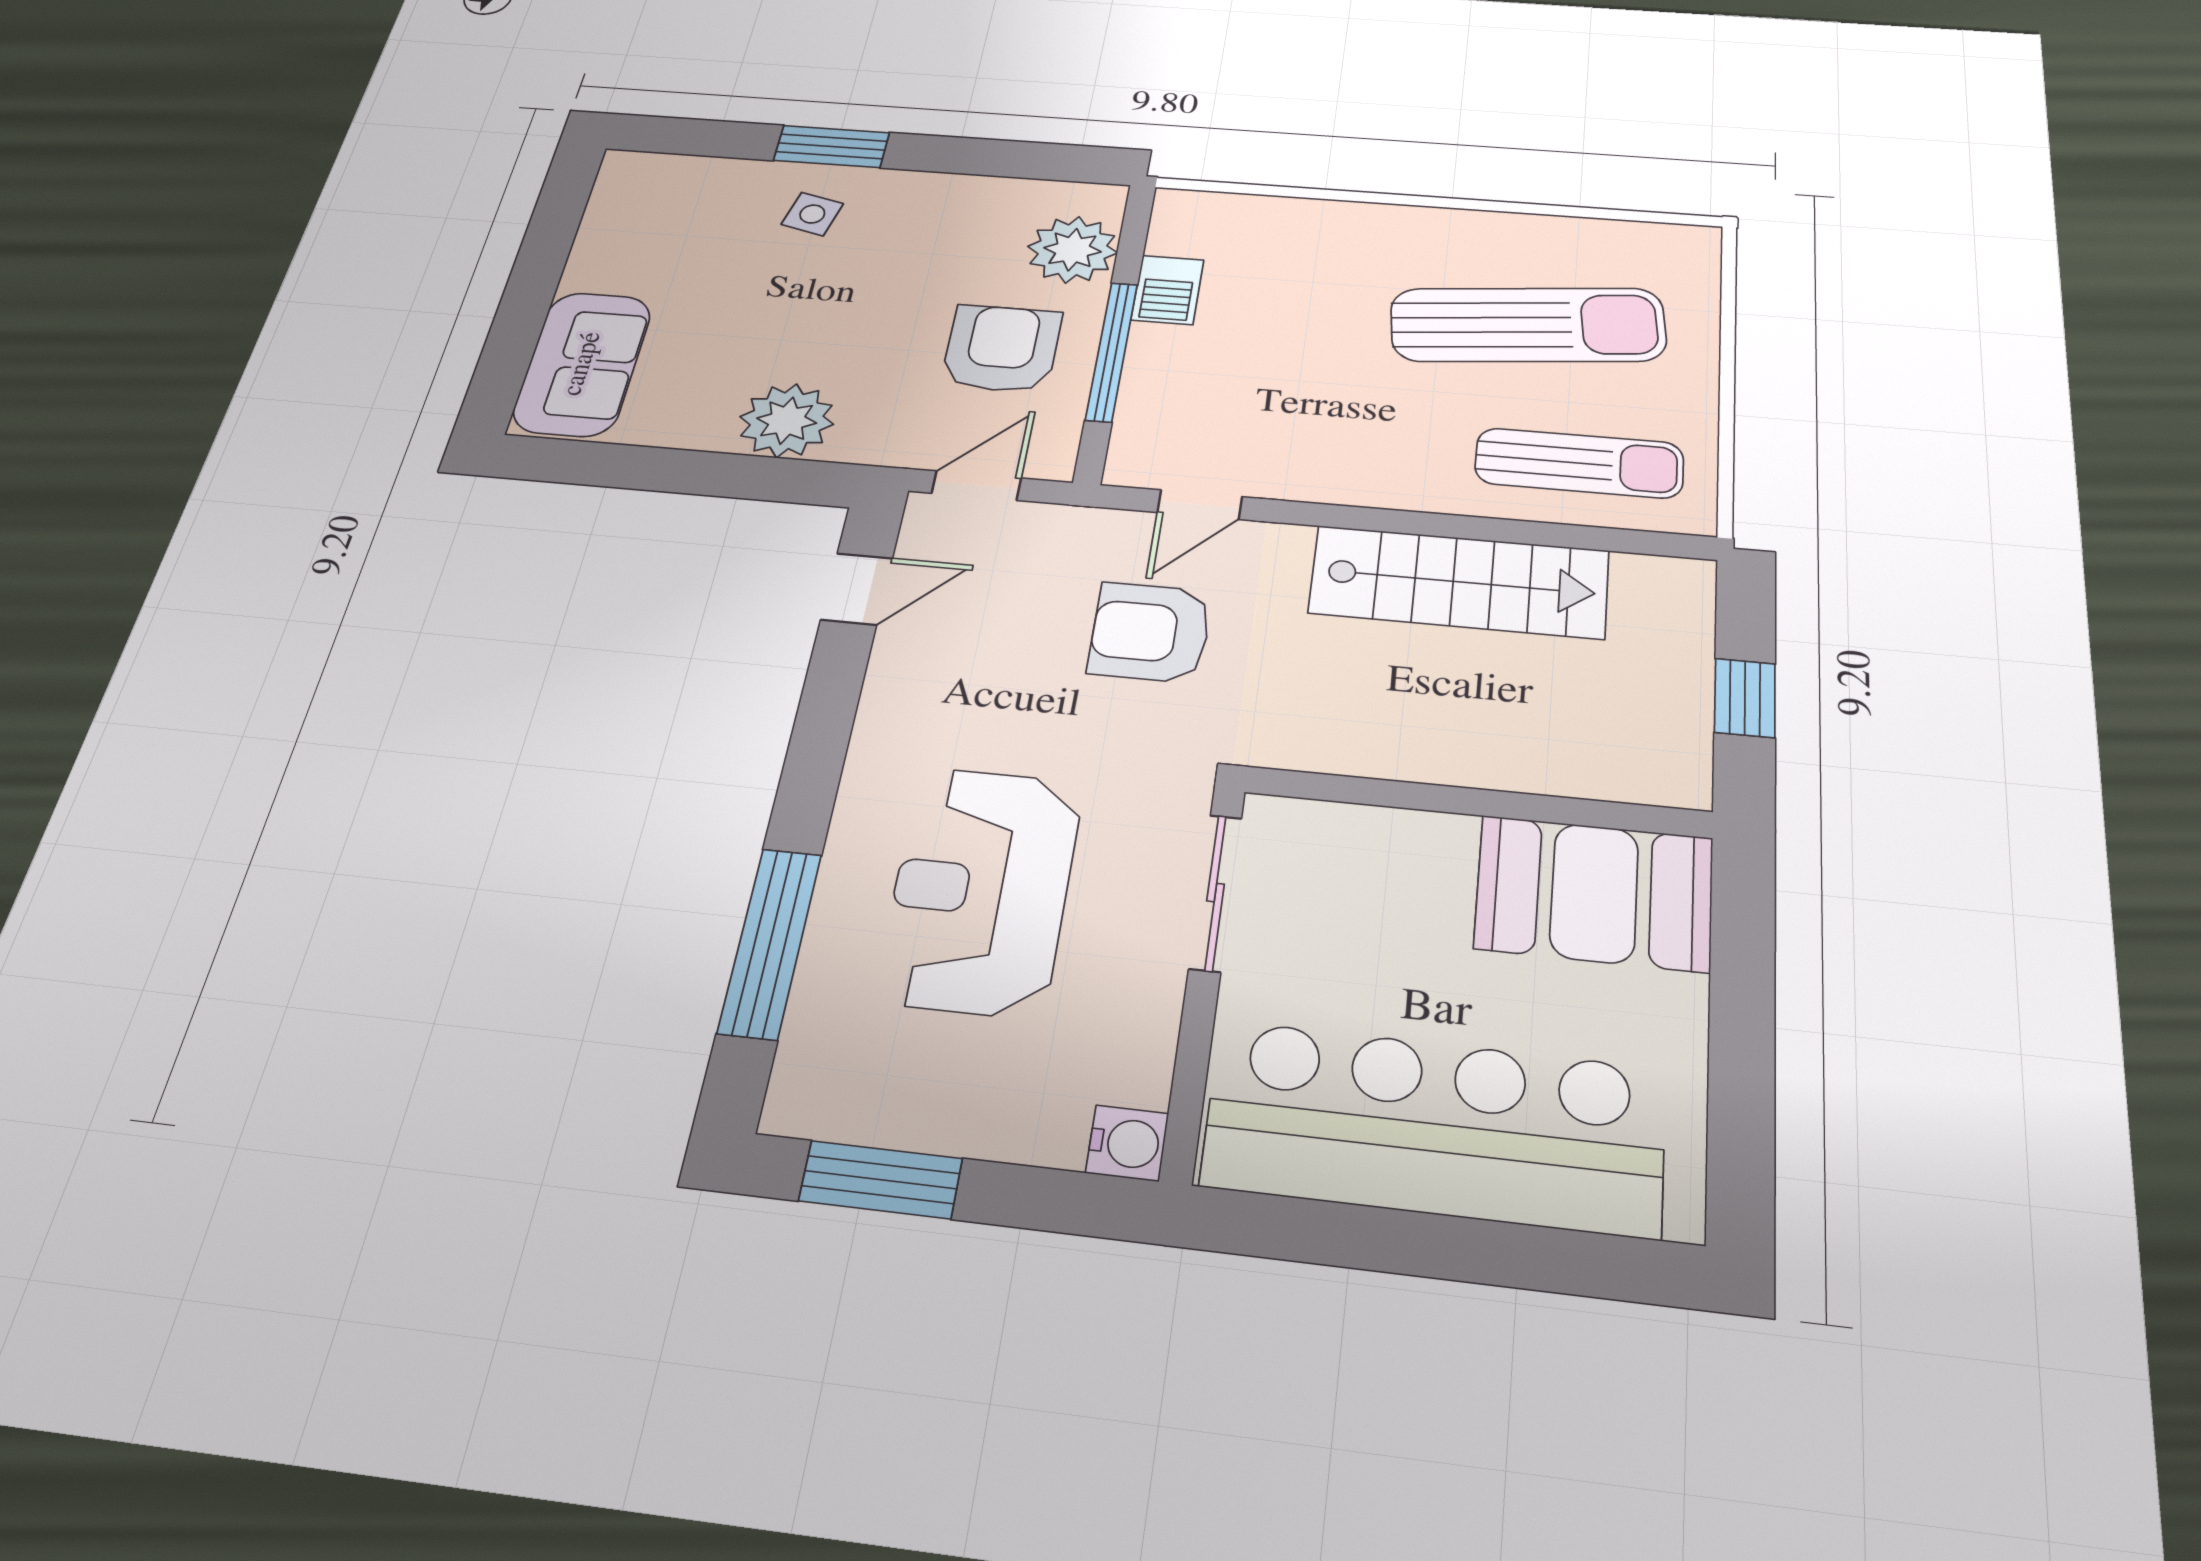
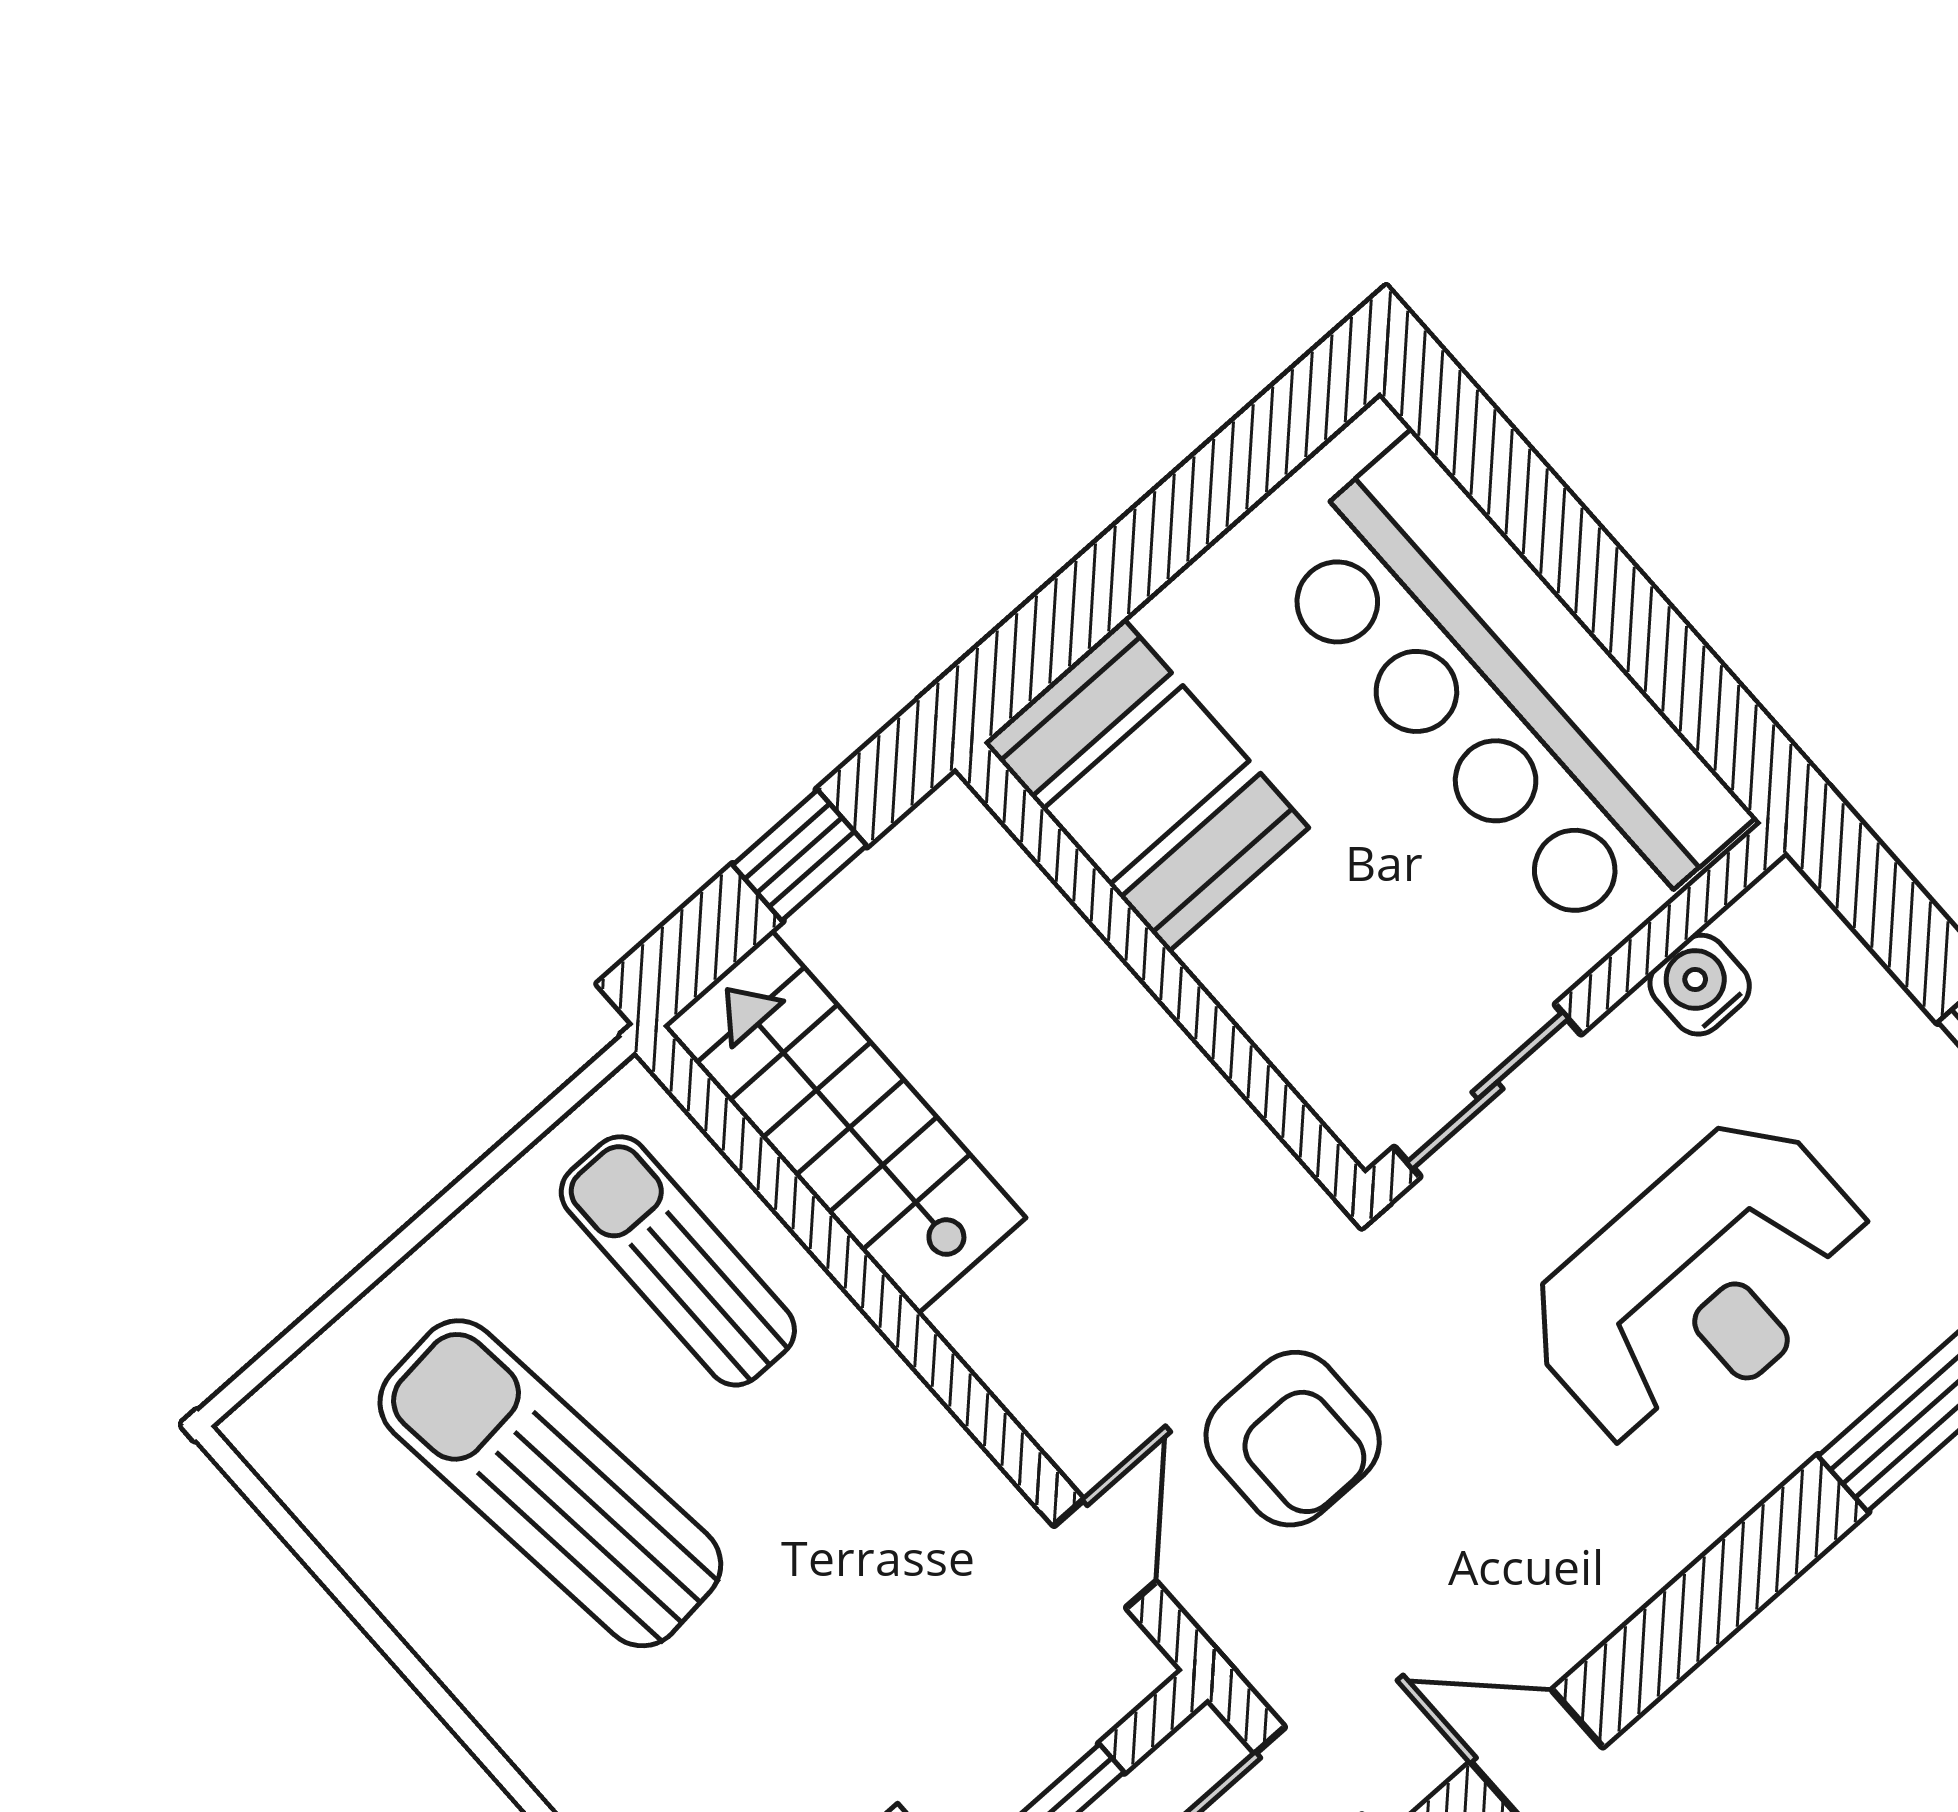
door: (1200, 505) -> (1105, 1554), hinge flipped
stairs: (1459, 582) -> (844, 1122), moved
water cooler: (1127, 1143) -> (1700, 985), moved

